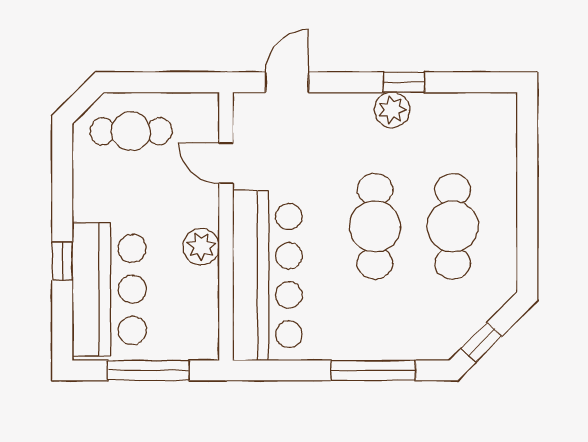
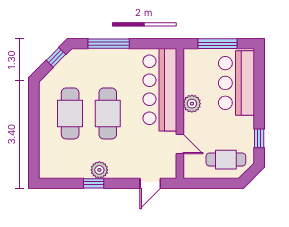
window: (62, 261) -> (259, 138), moved

